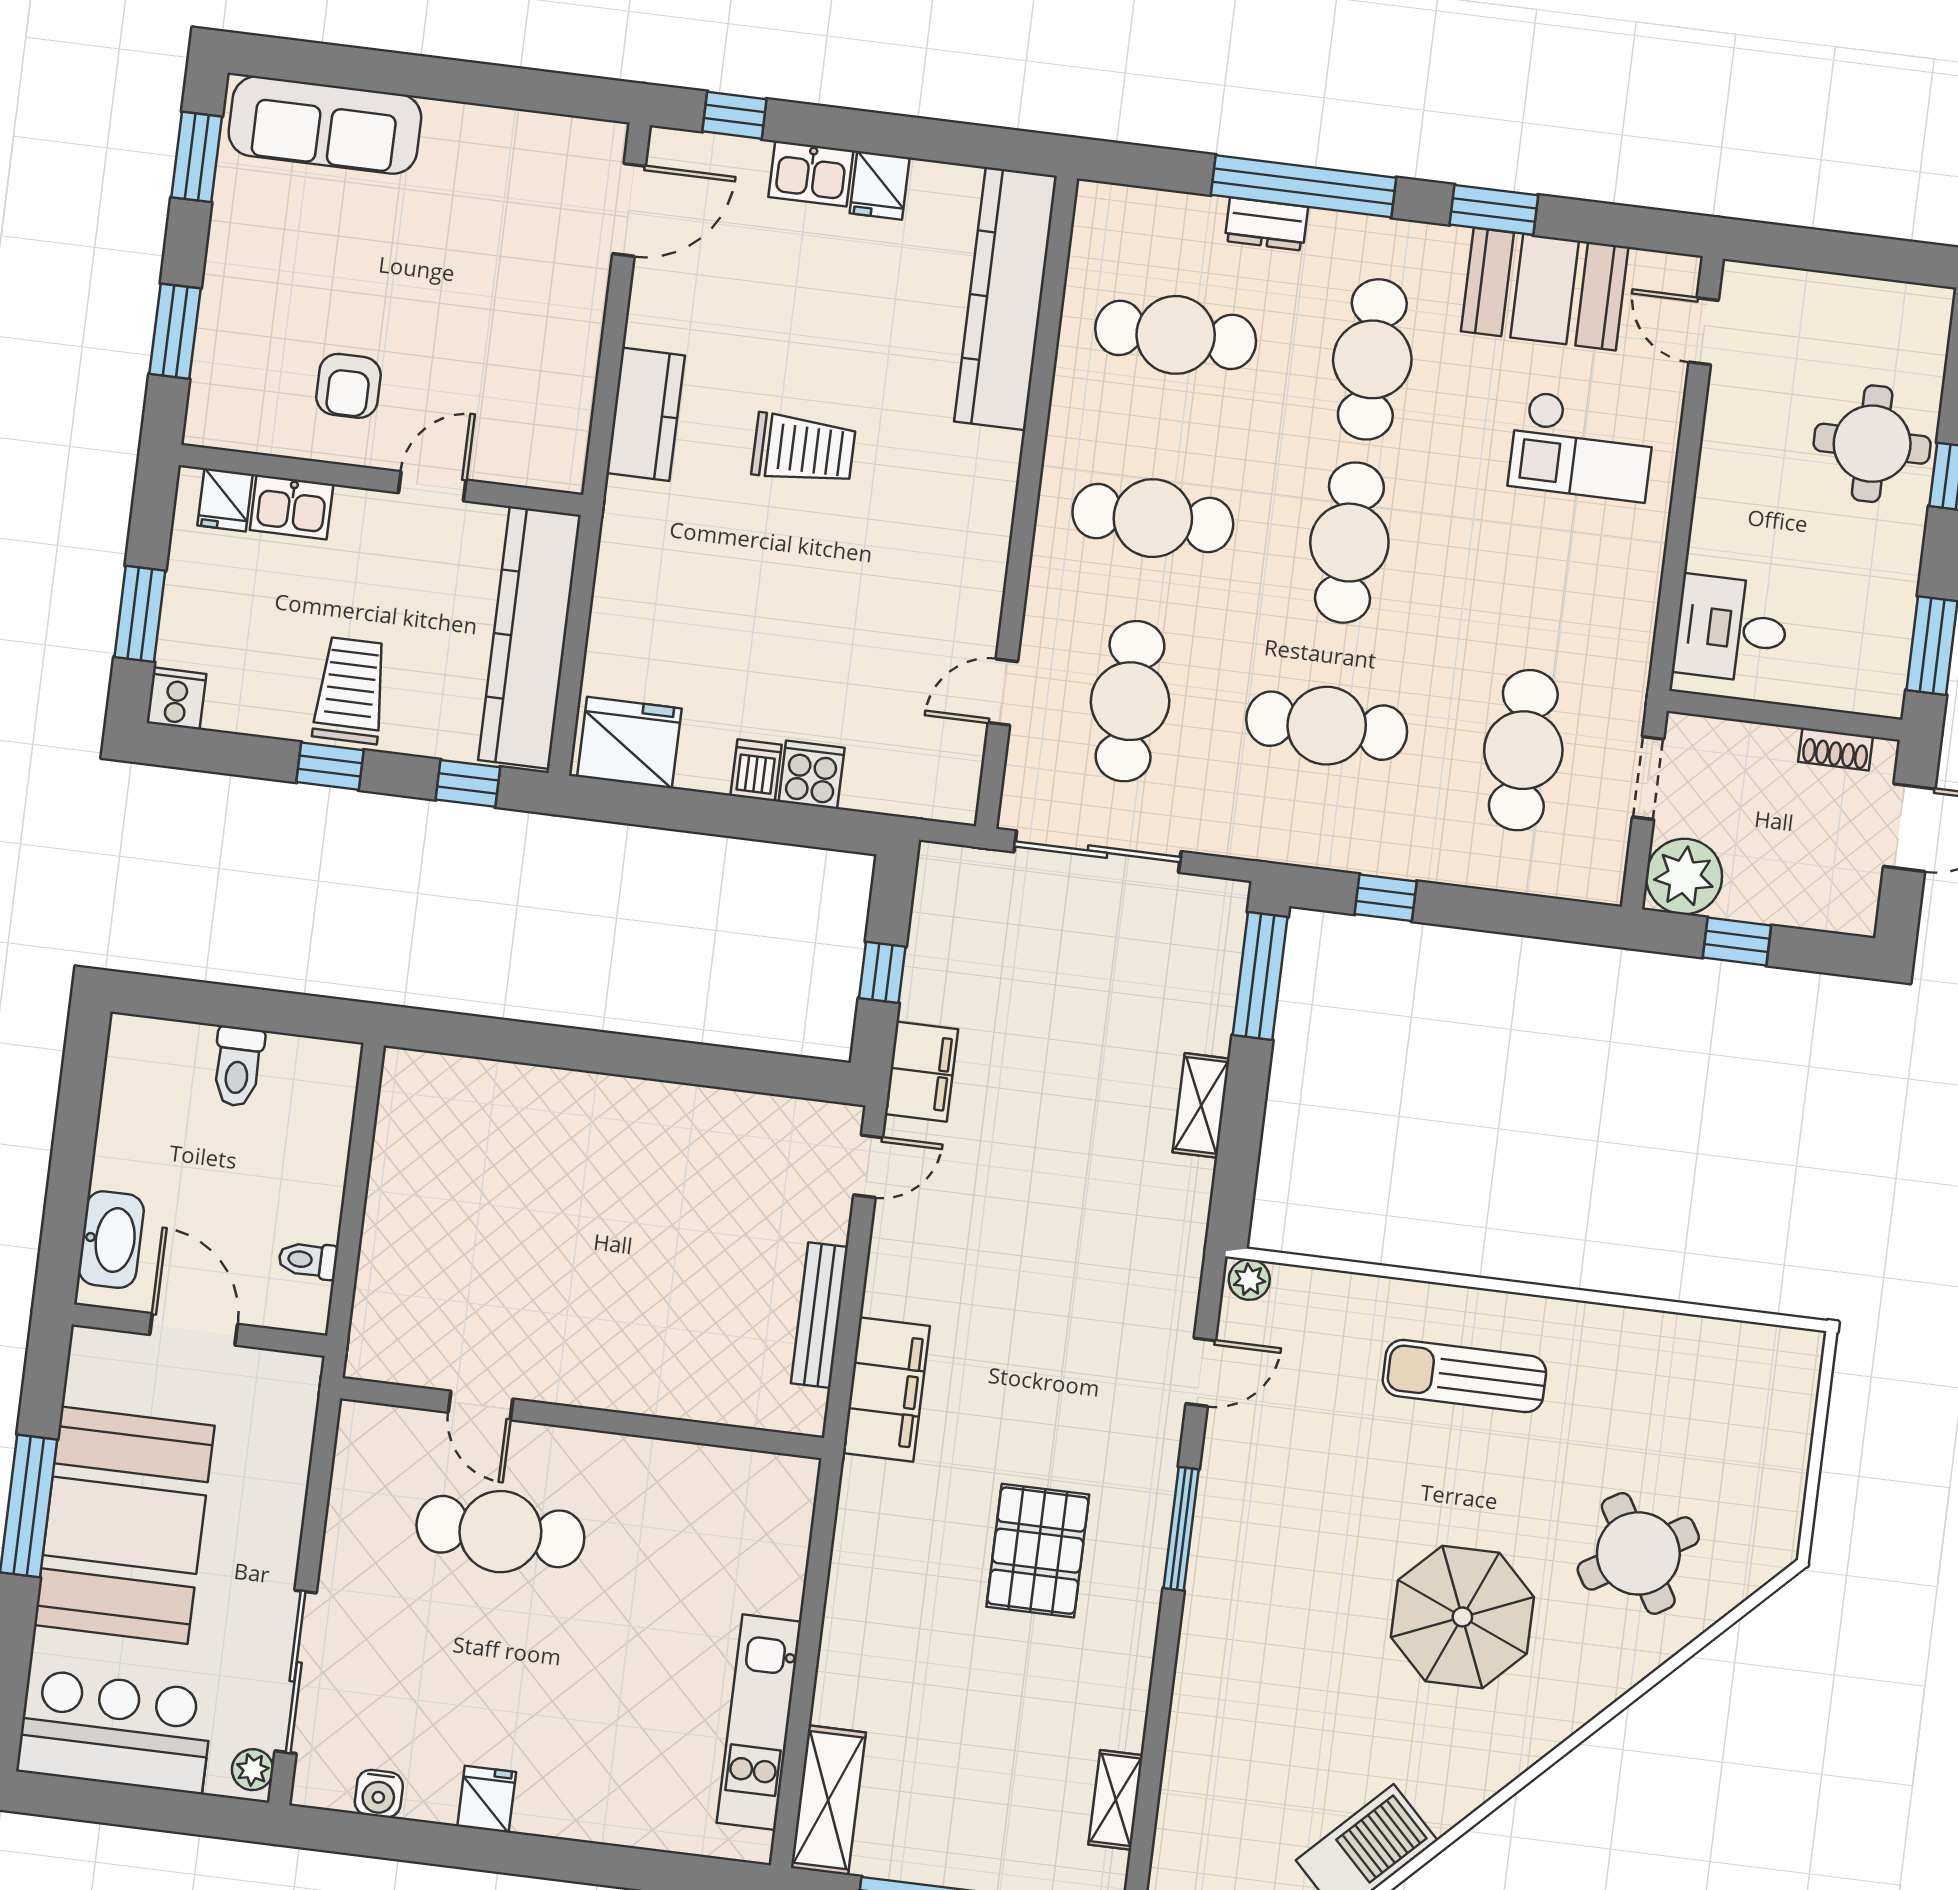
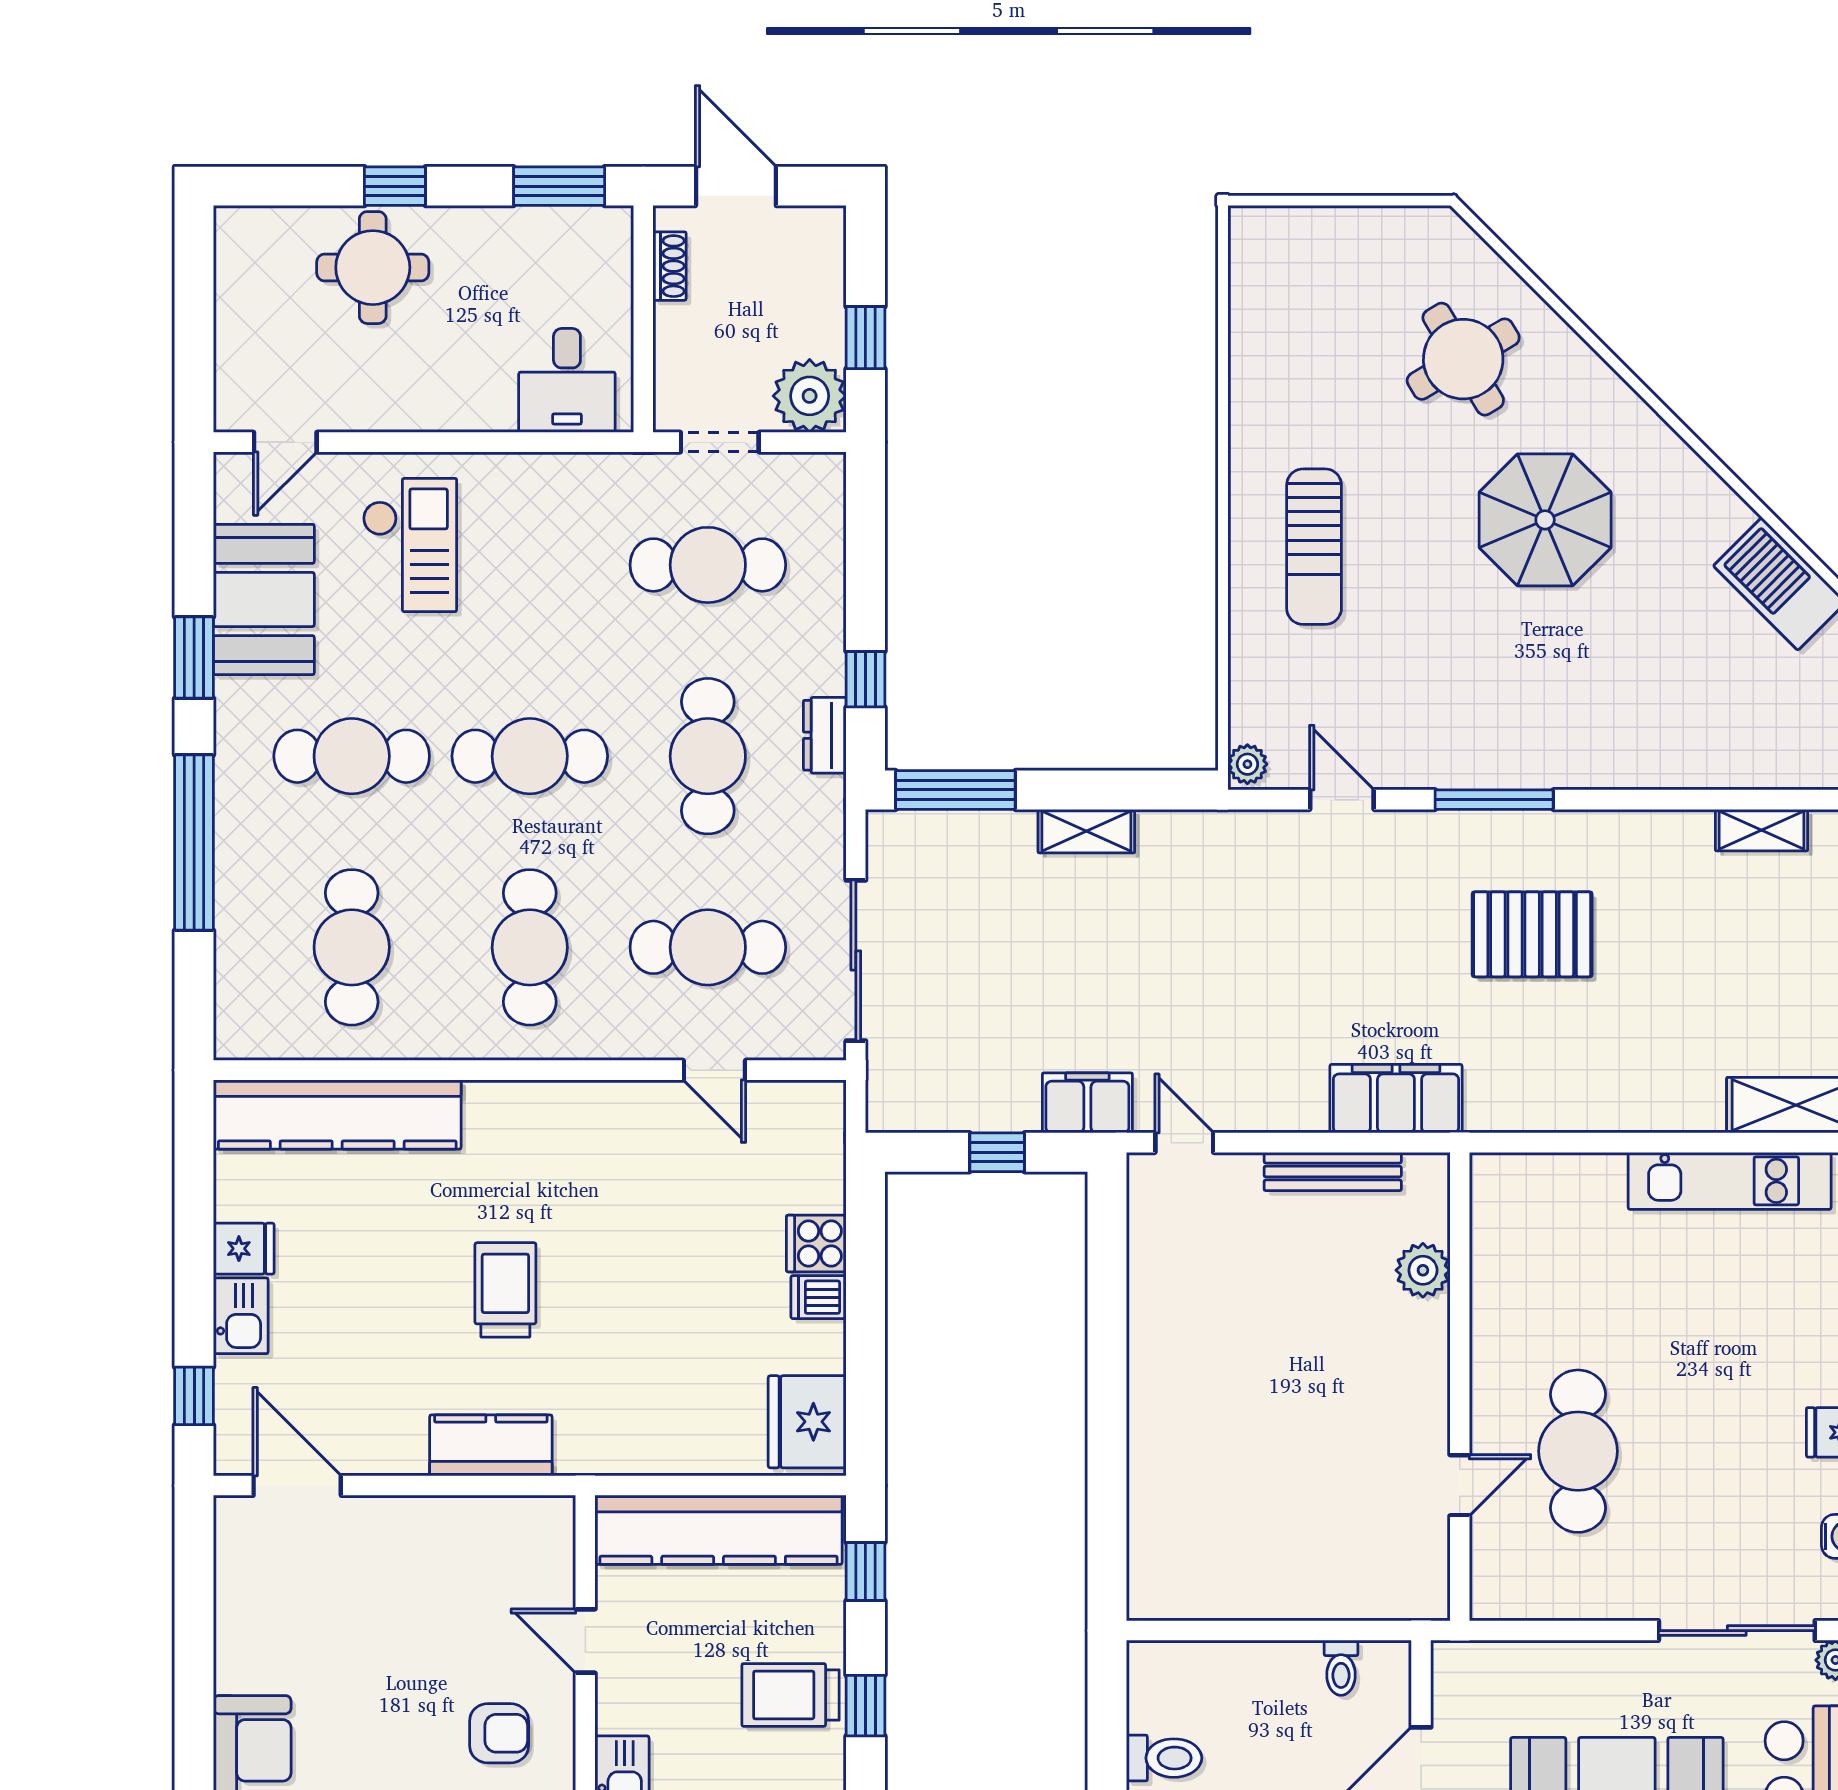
dresser: (1266, 224) -> (825, 735), moved, turned 180
plant: (706, 1395) -> (1423, 1270), added

